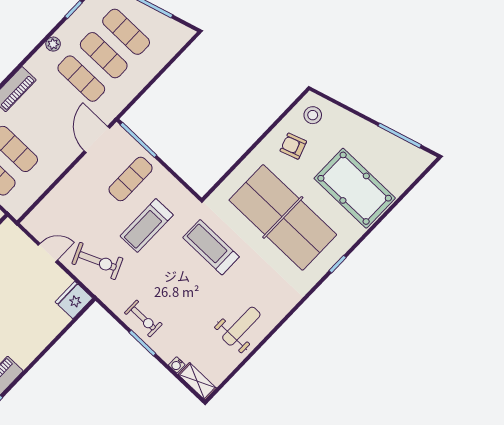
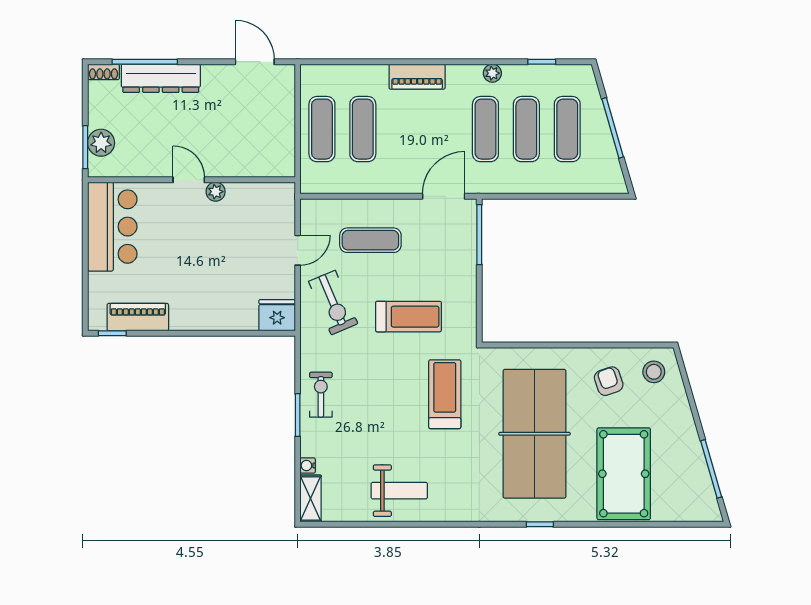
exercise mat: (131, 179) -> (370, 240), moved
treadmill: (147, 225) -> (408, 317), turned 180
door: (48, 253) -> (298, 250), hinge flipped
exercise bike: (143, 318) -> (321, 395), turned 180

